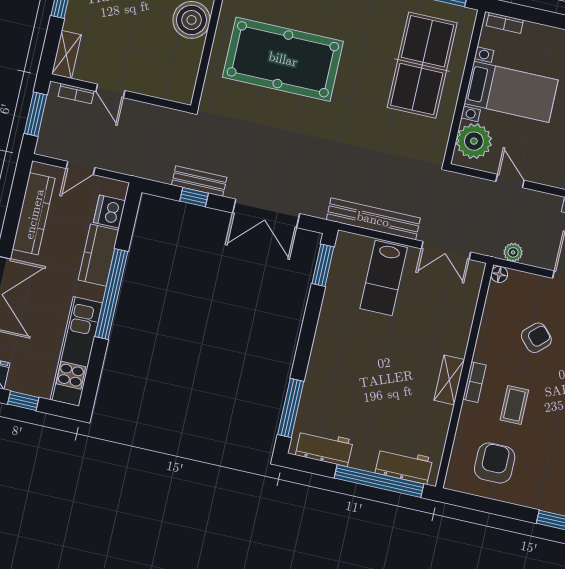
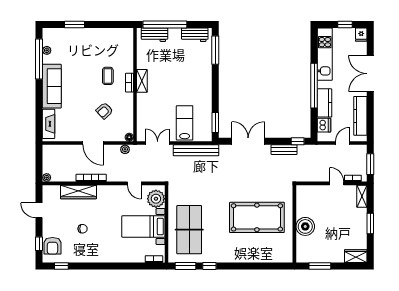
window: (194, 197) -> (298, 141), moved
armchair: (495, 463) -> (111, 46), removed

